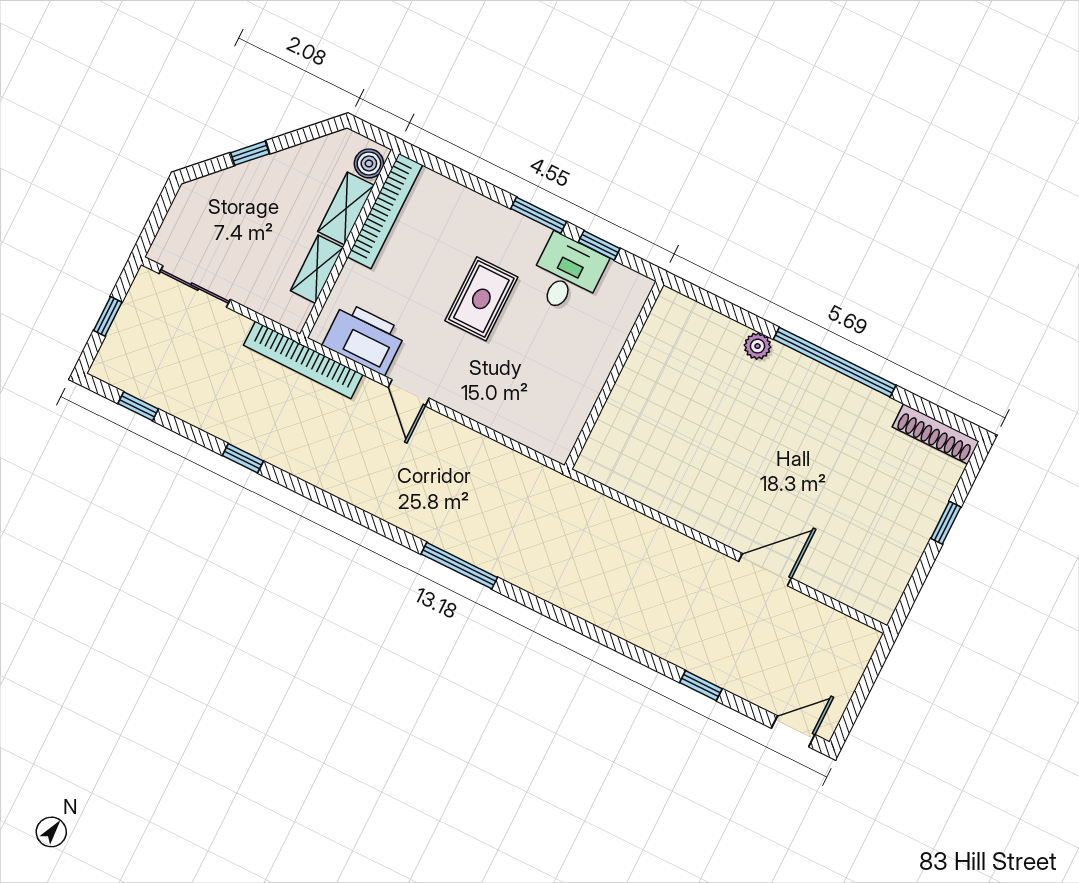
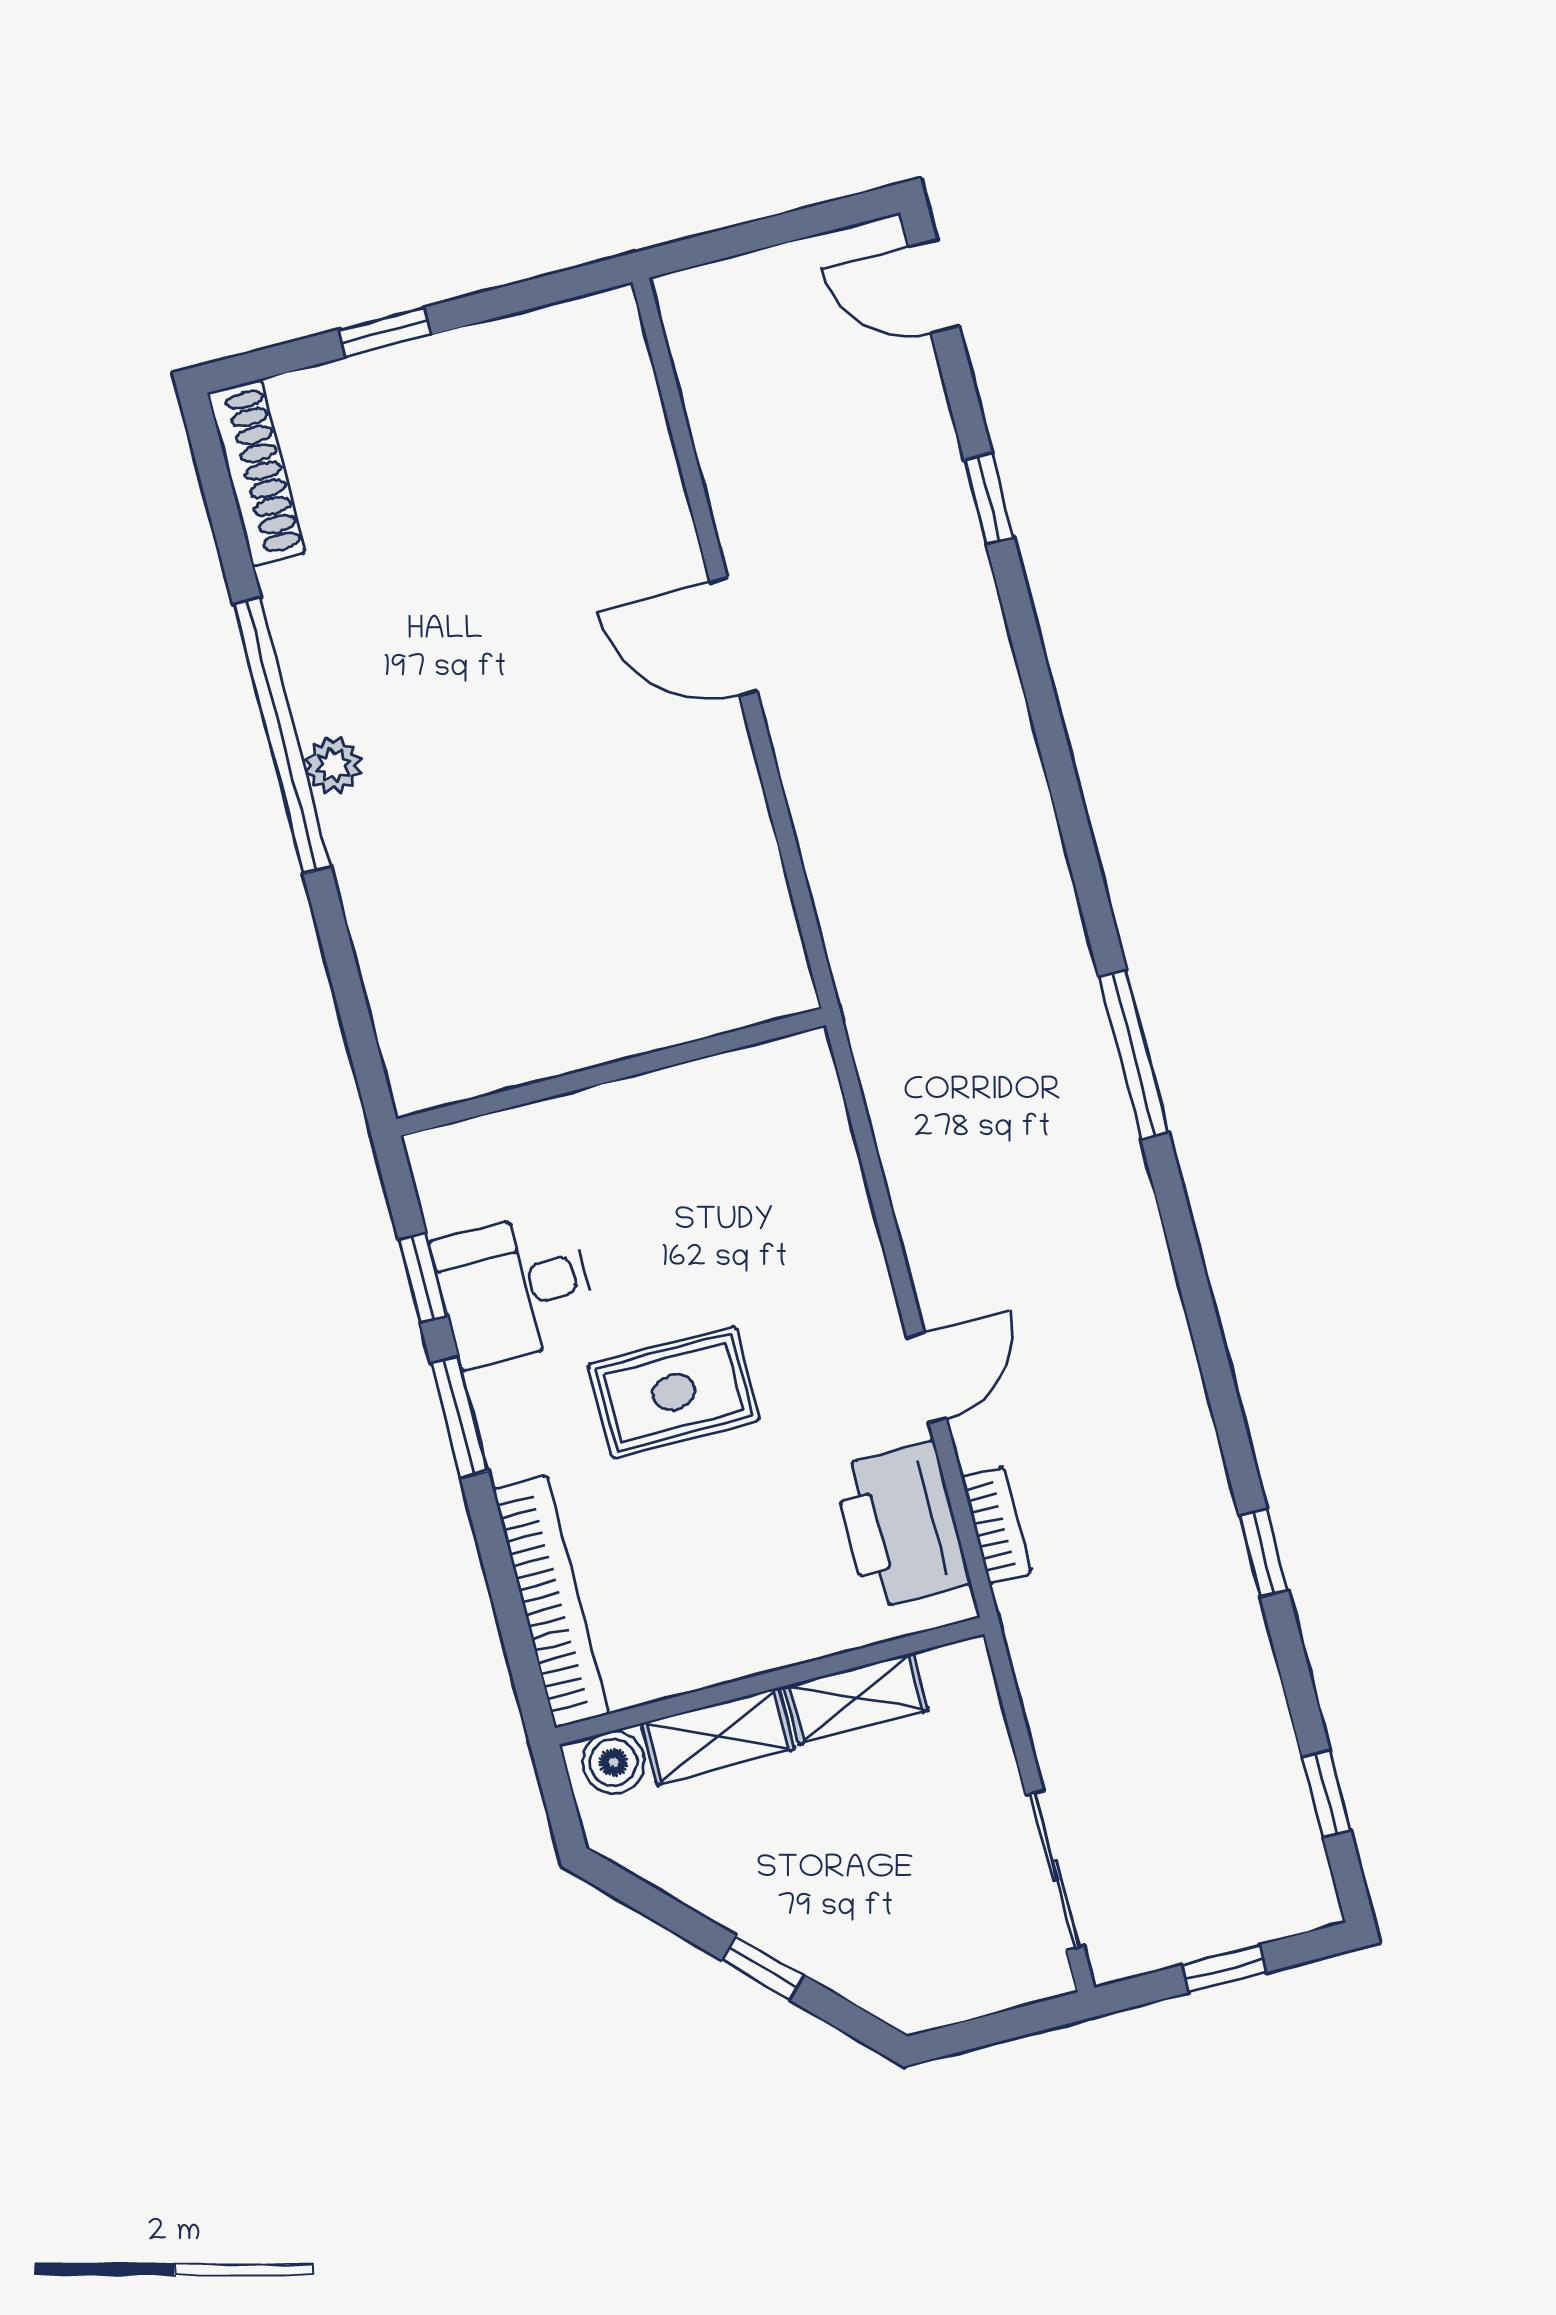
bookcase: (385, 211) -> (551, 1602), moved, turned 90
plant: (758, 346) -> (333, 765), moved
bookcase: (303, 360) -> (996, 1525), width x0.43, depth x0.76
door: (765, 570) -> (733, 637), moved

